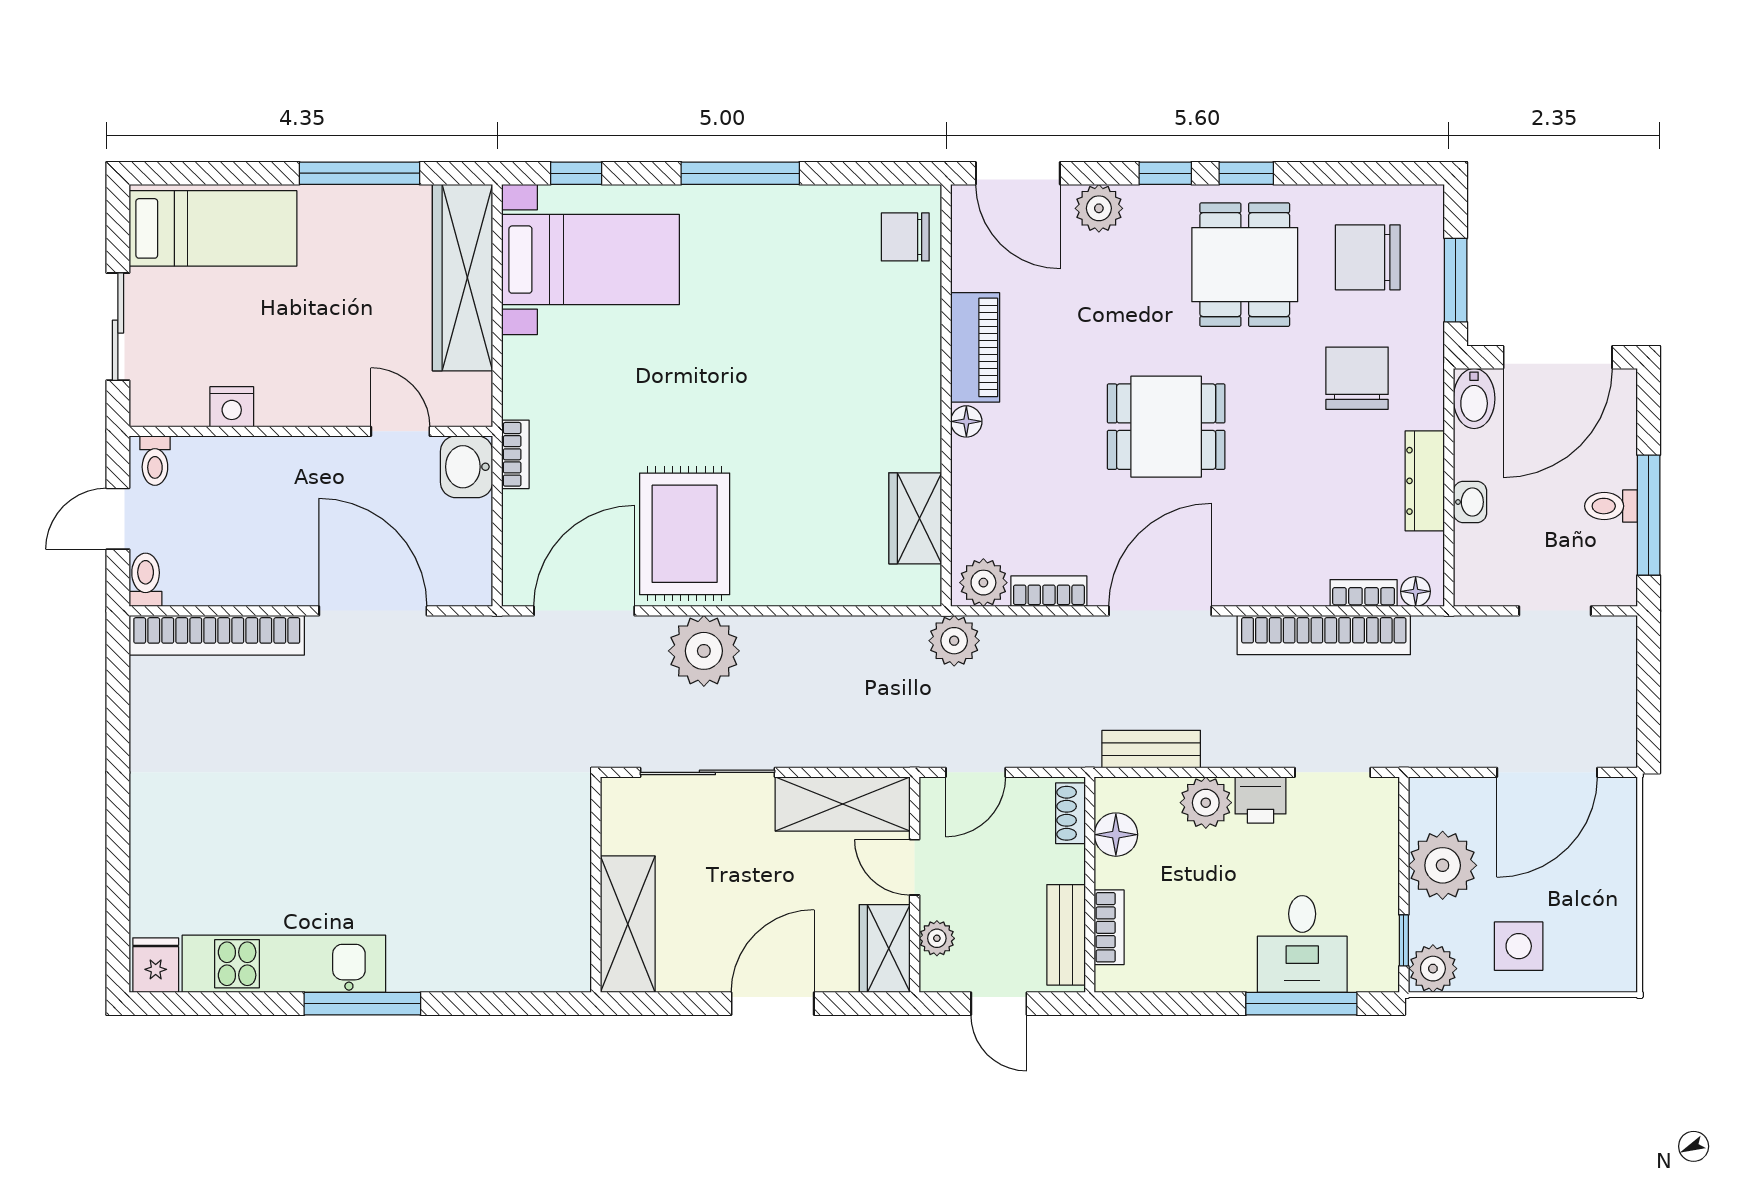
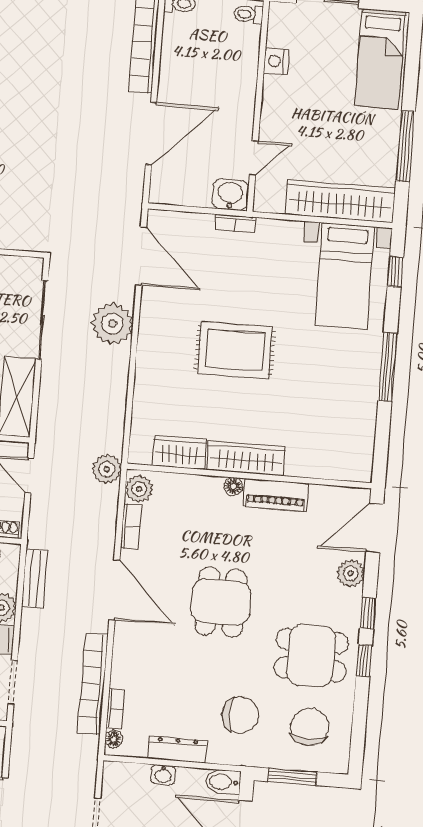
chair: (905, 237) -> (343, 460), removed
wardrobe: (916, 404) -> (246, 458), added
rug: (685, 534) -> (235, 350), moved

